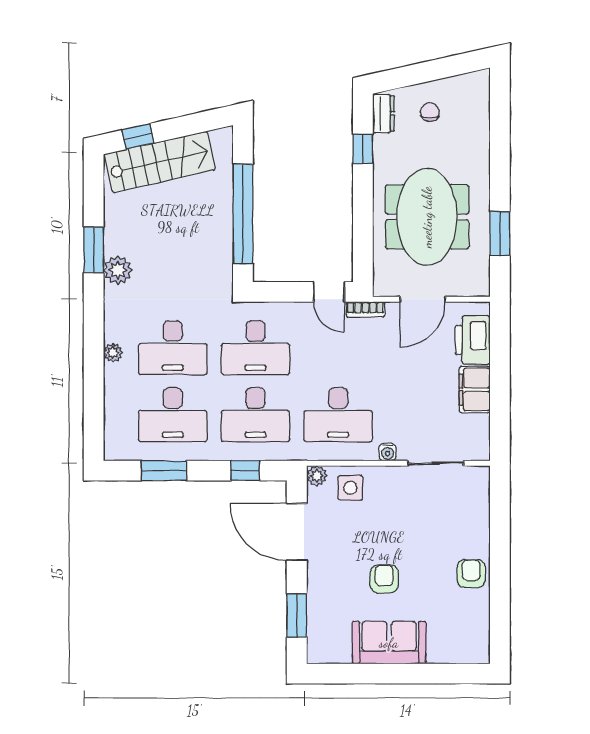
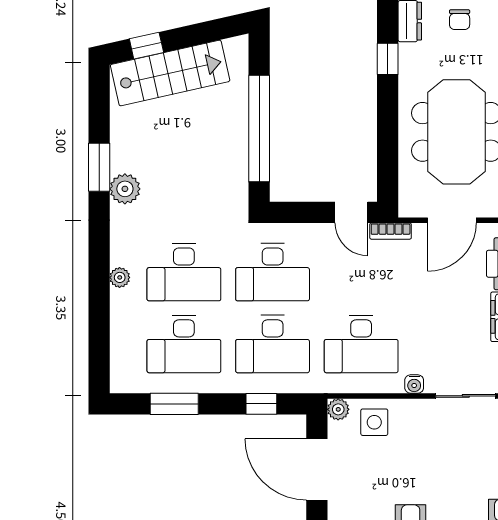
chair: (430, 112) -> (460, 20), turned 180

